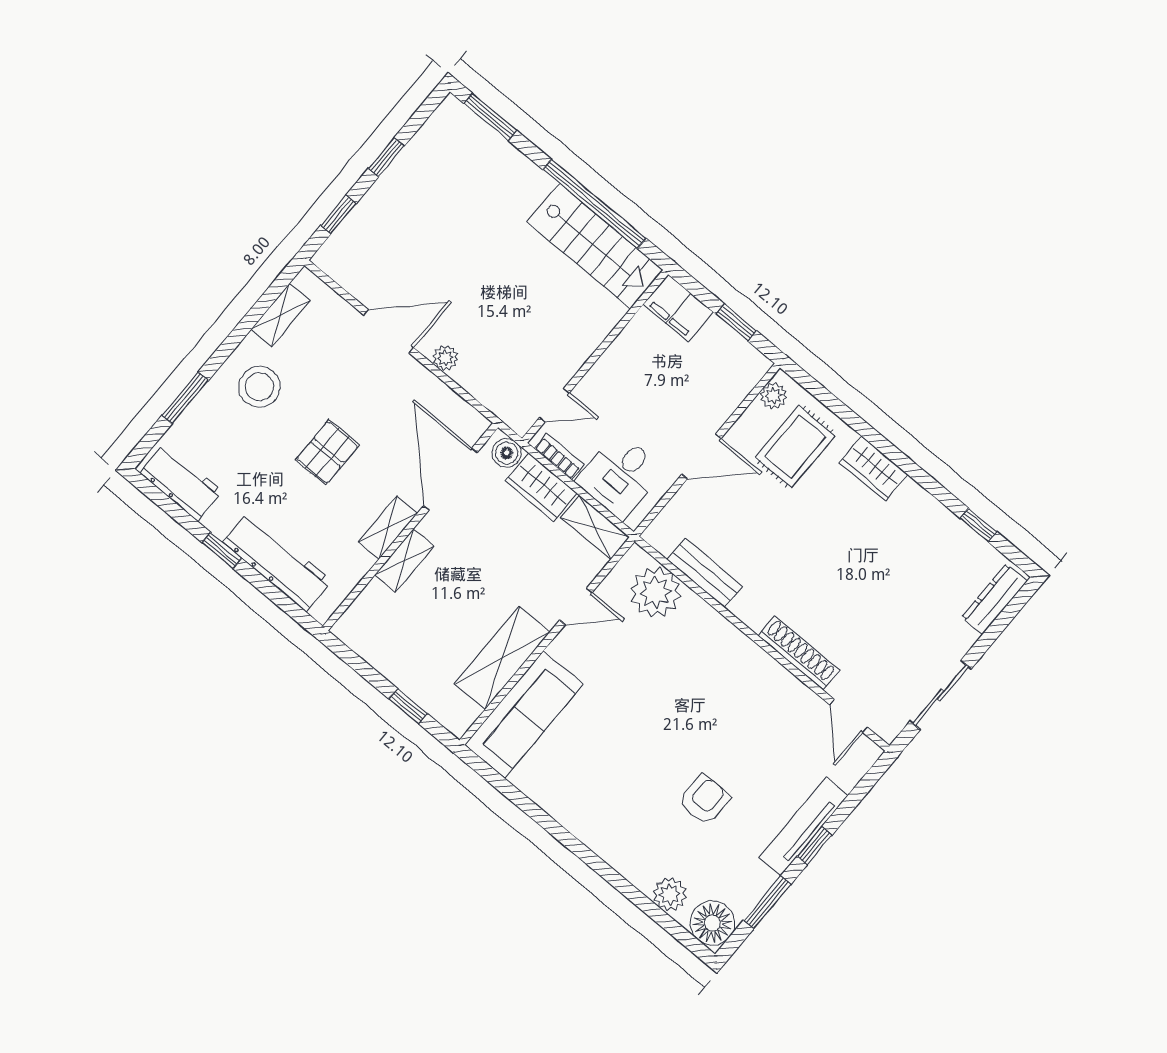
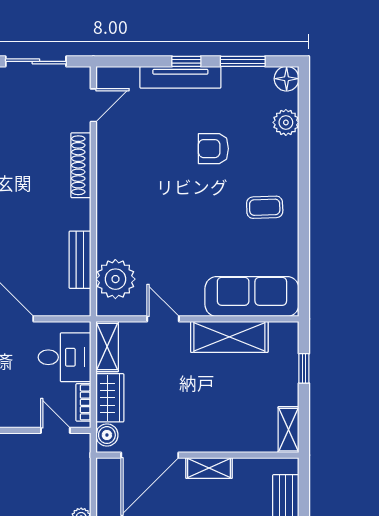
shelving: (404, 560) -> (289, 430), moved, turned 90
coffee table: (603, 802) -> (265, 207), added
floor lamp: (712, 923) -> (287, 79), width x0.73, depth x0.73

